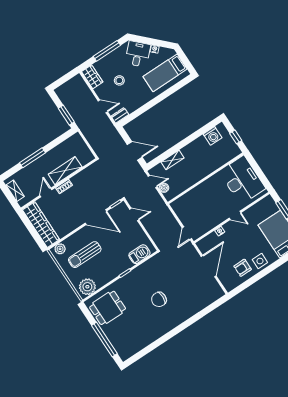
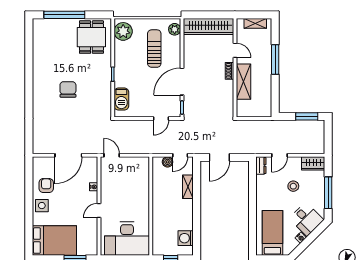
window: (66, 115) -> (307, 116), moved
door: (209, 266) -> (68, 155), hinge flipped

